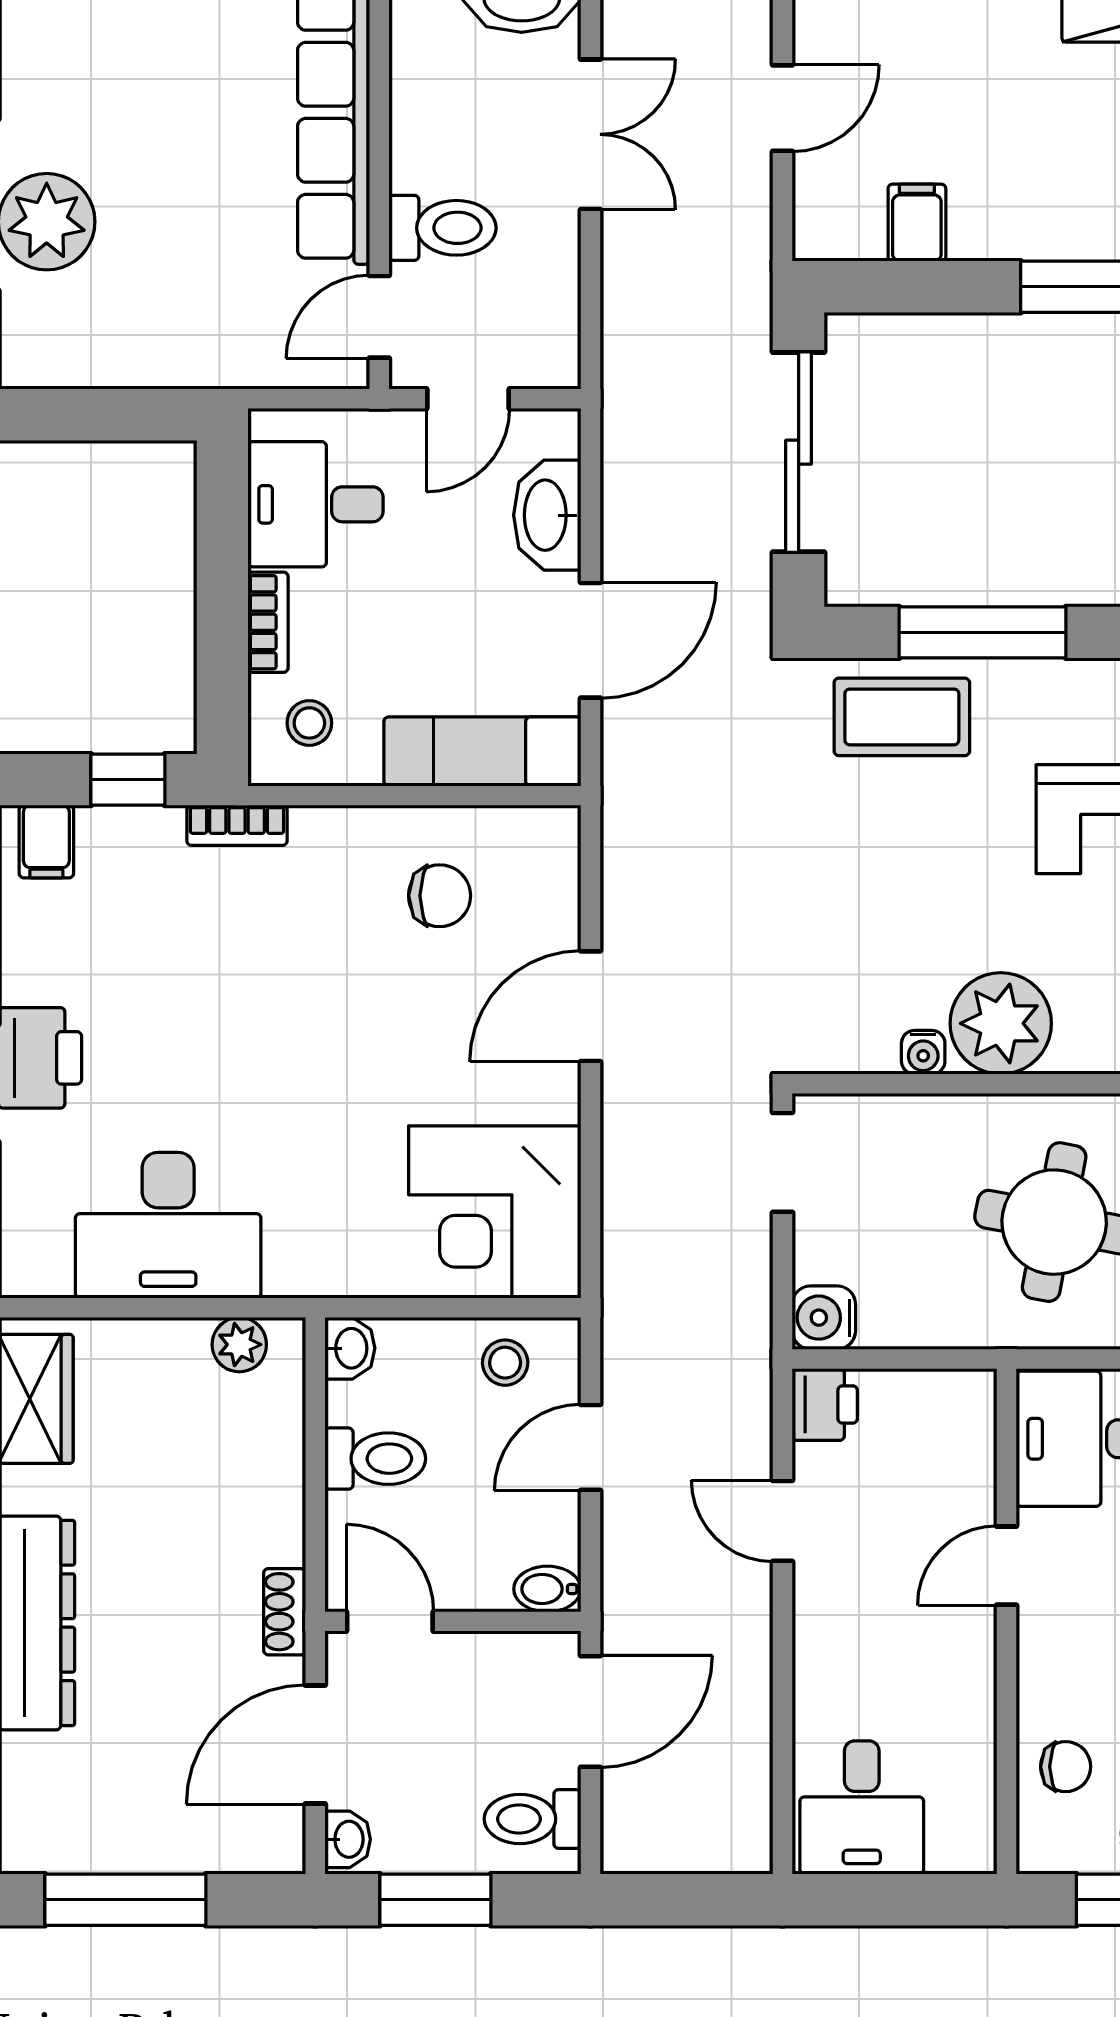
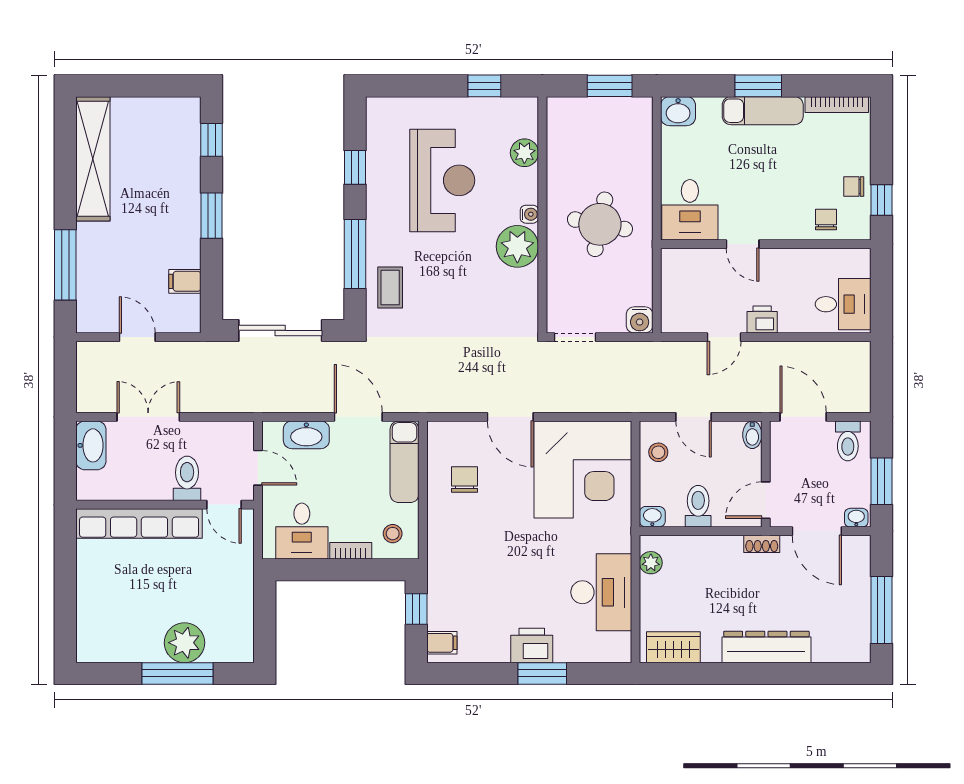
coffee table: (902, 717) -> (390, 288), width x0.73, depth x0.77
bookcase: (237, 825) -> (435, 564), removed
water cooler: (923, 1052) -> (529, 214), moved
corner desk: (495, 1212) -> (583, 469), width x1.36, depth x1.36
printer: (825, 1404) -> (762, 320), moved

